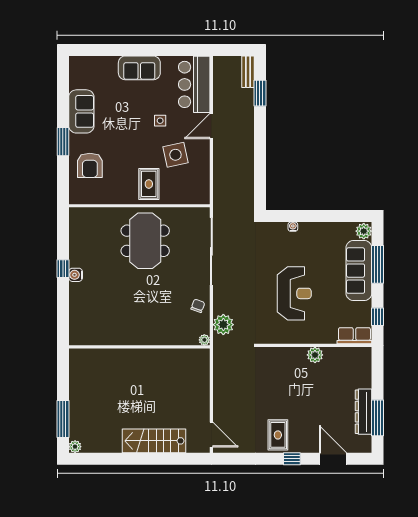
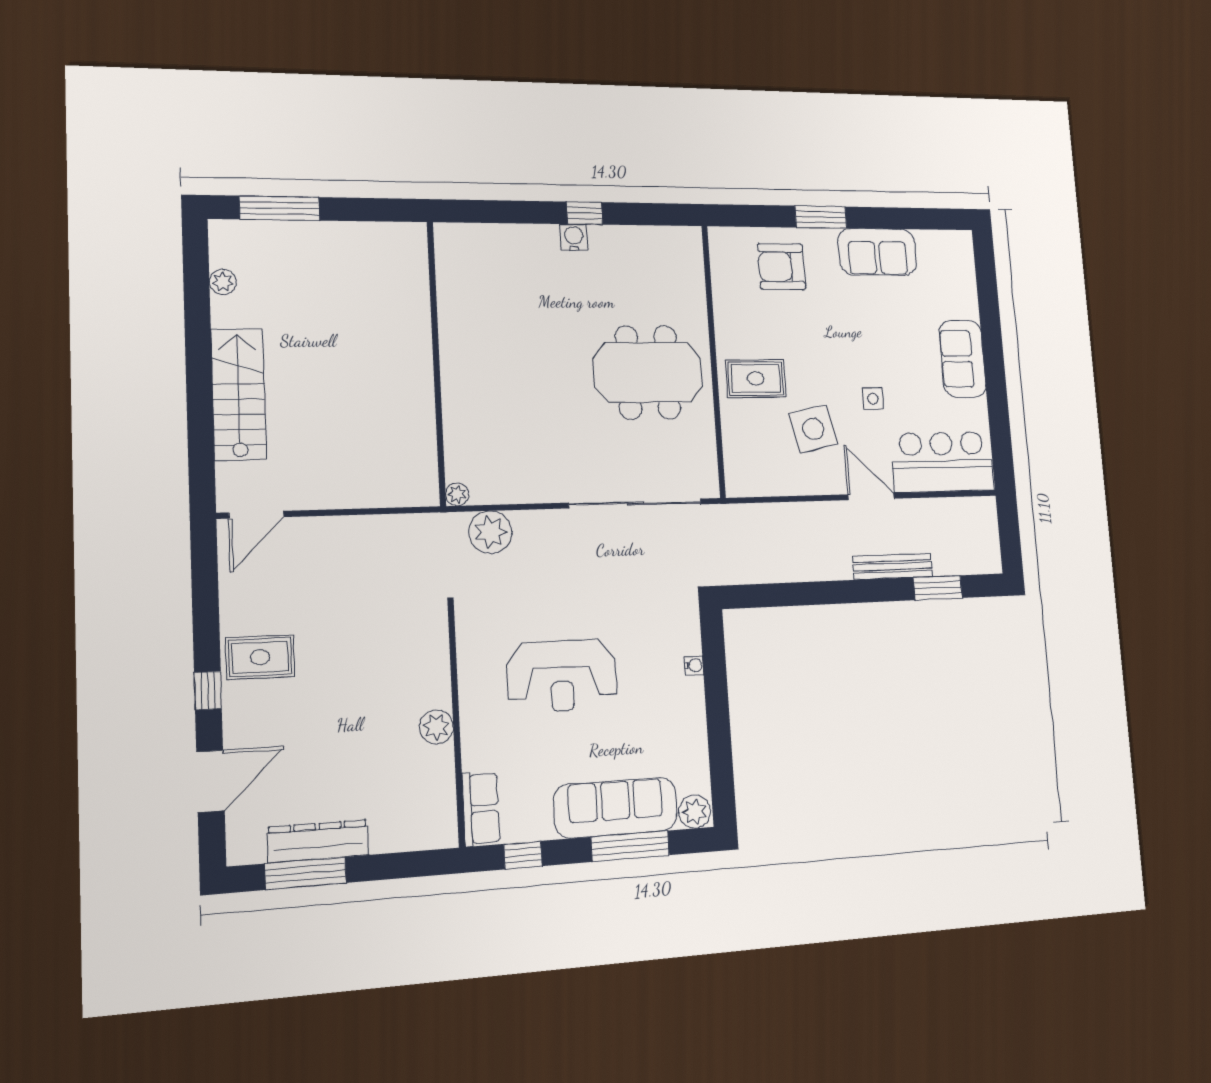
bench: (248, 72) -> (893, 566), moved, width x1.36
chair: (198, 306) -> (526, 479), removed
plant: (75, 447) -> (223, 282), moved

